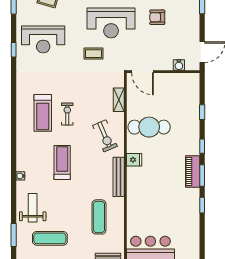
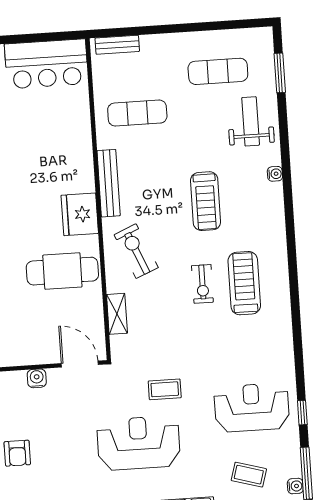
armchair: (157, 17) -> (17, 453), moved, turned 90
window: (14, 50) -> (302, 413), moved
water cooler: (179, 65) -> (37, 378), moved
fridge: (134, 160) -> (80, 214), width x1.88, depth x1.34
weight bench: (33, 208) -> (251, 121), turned 180
exercise mat: (99, 217) -> (137, 113), turned 90

